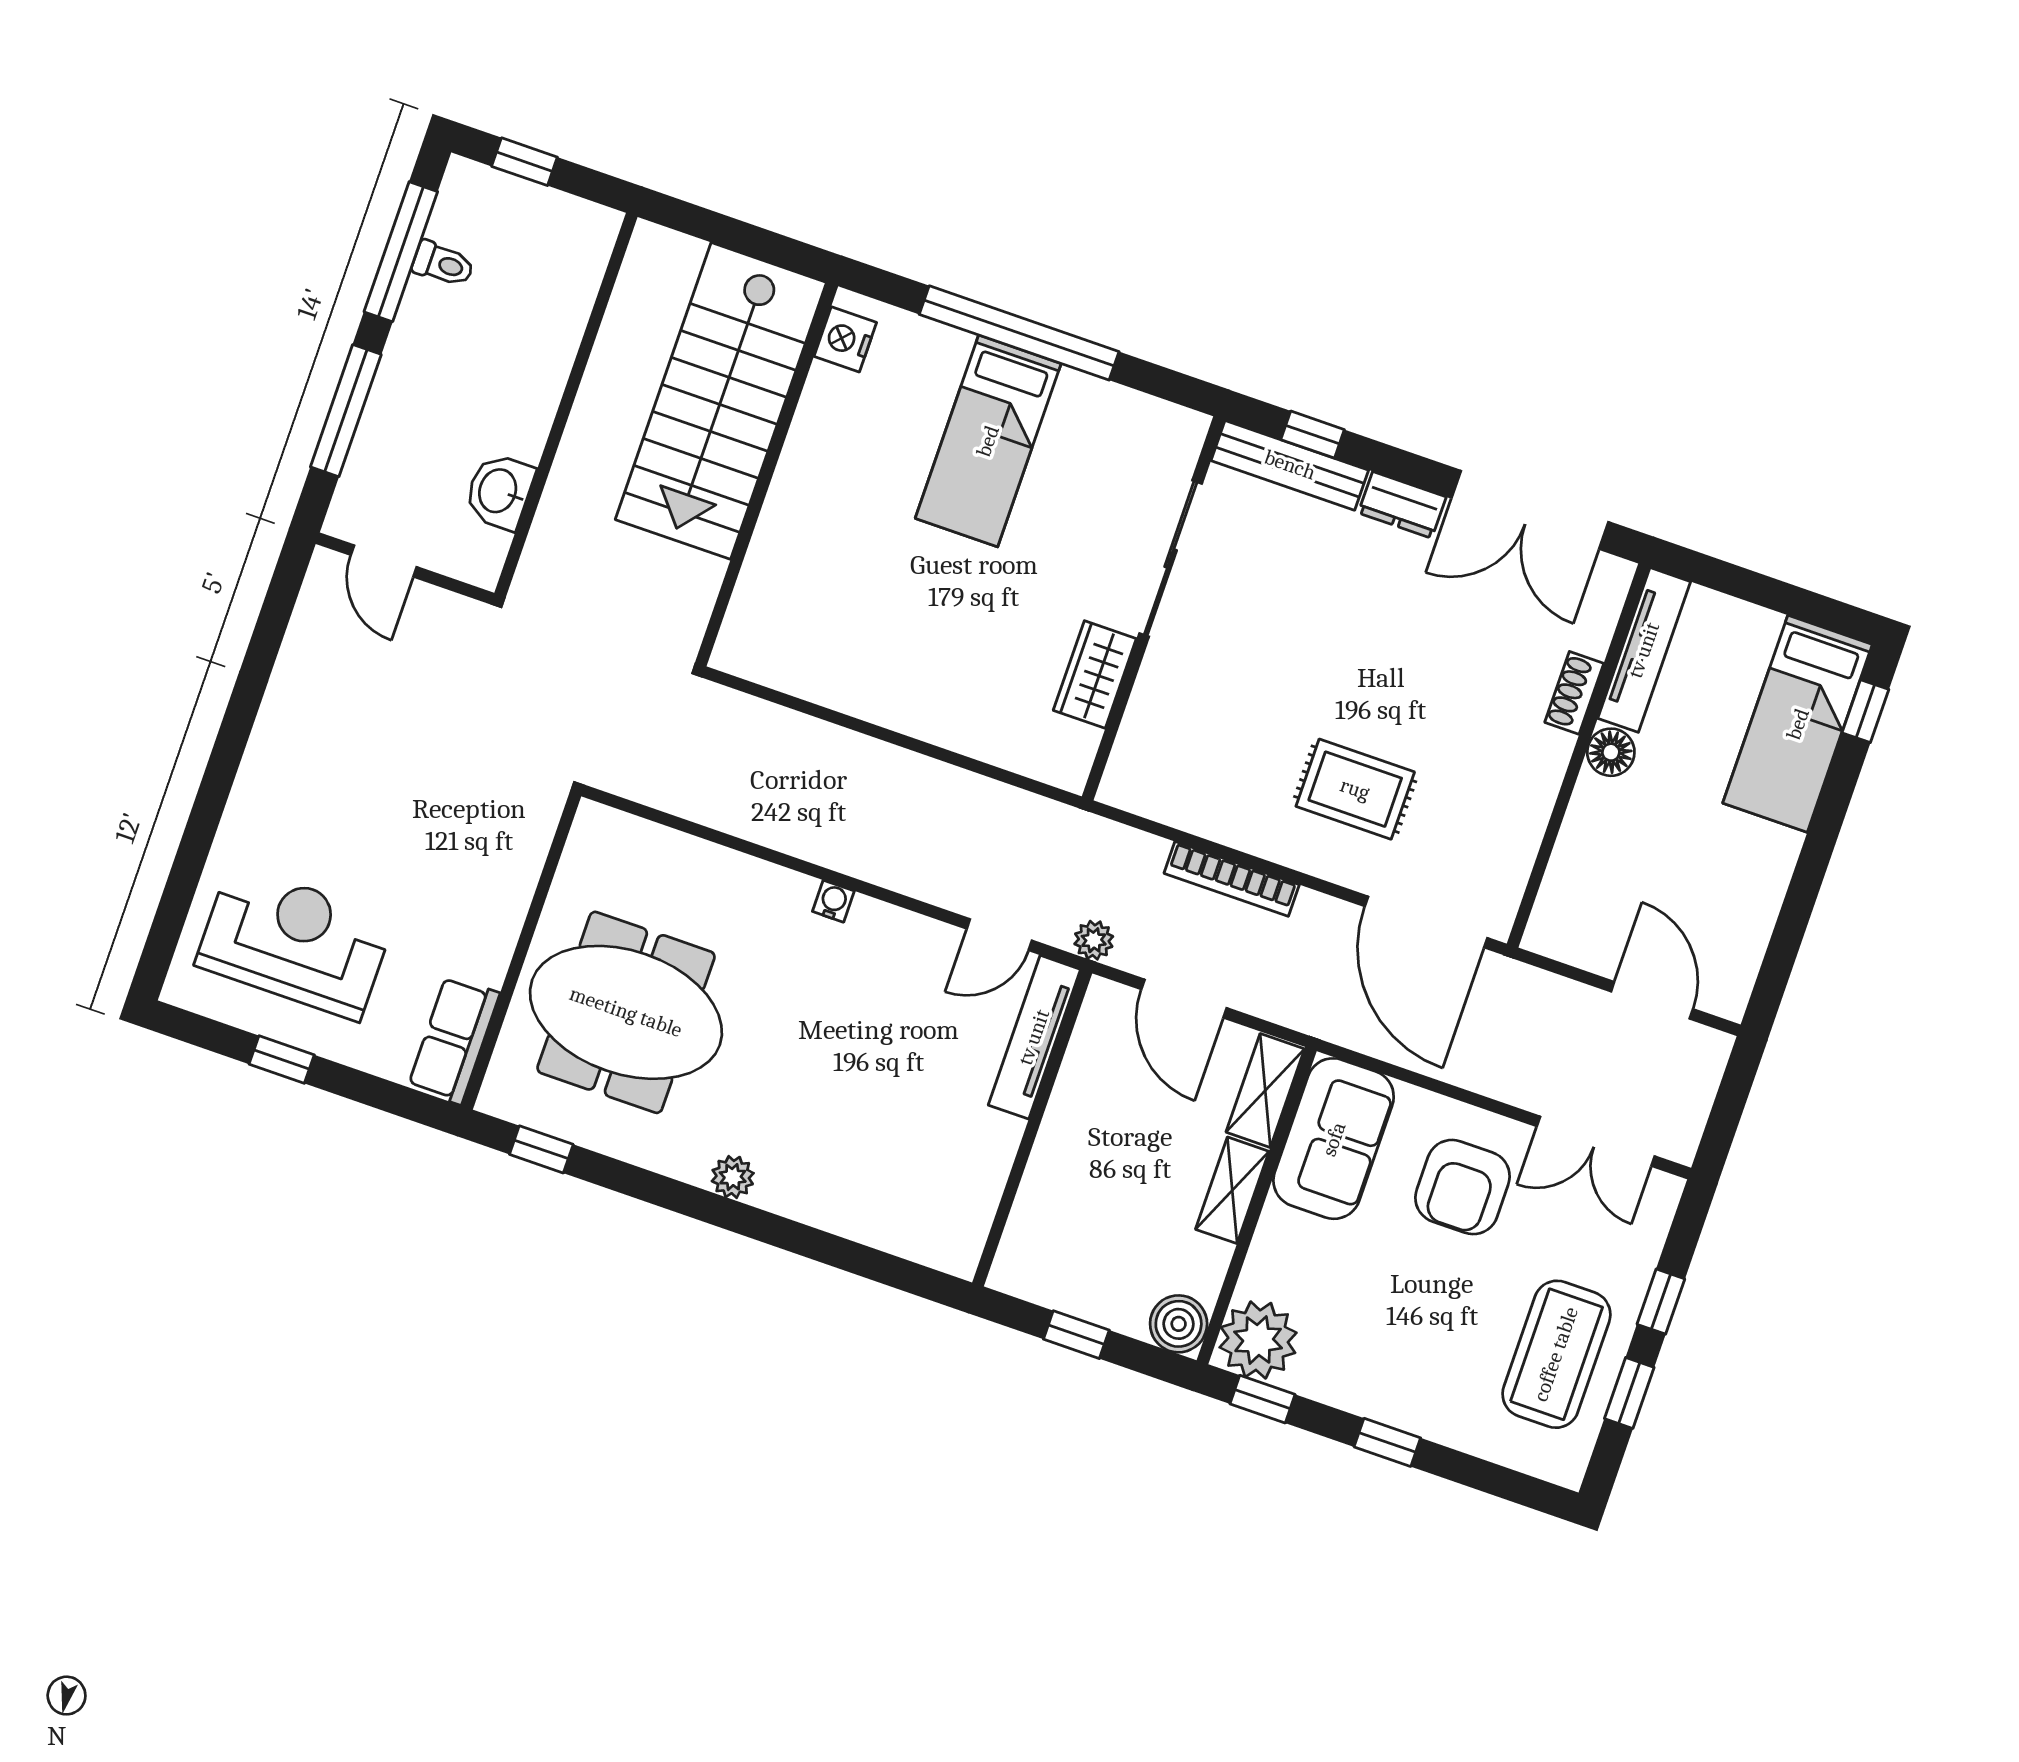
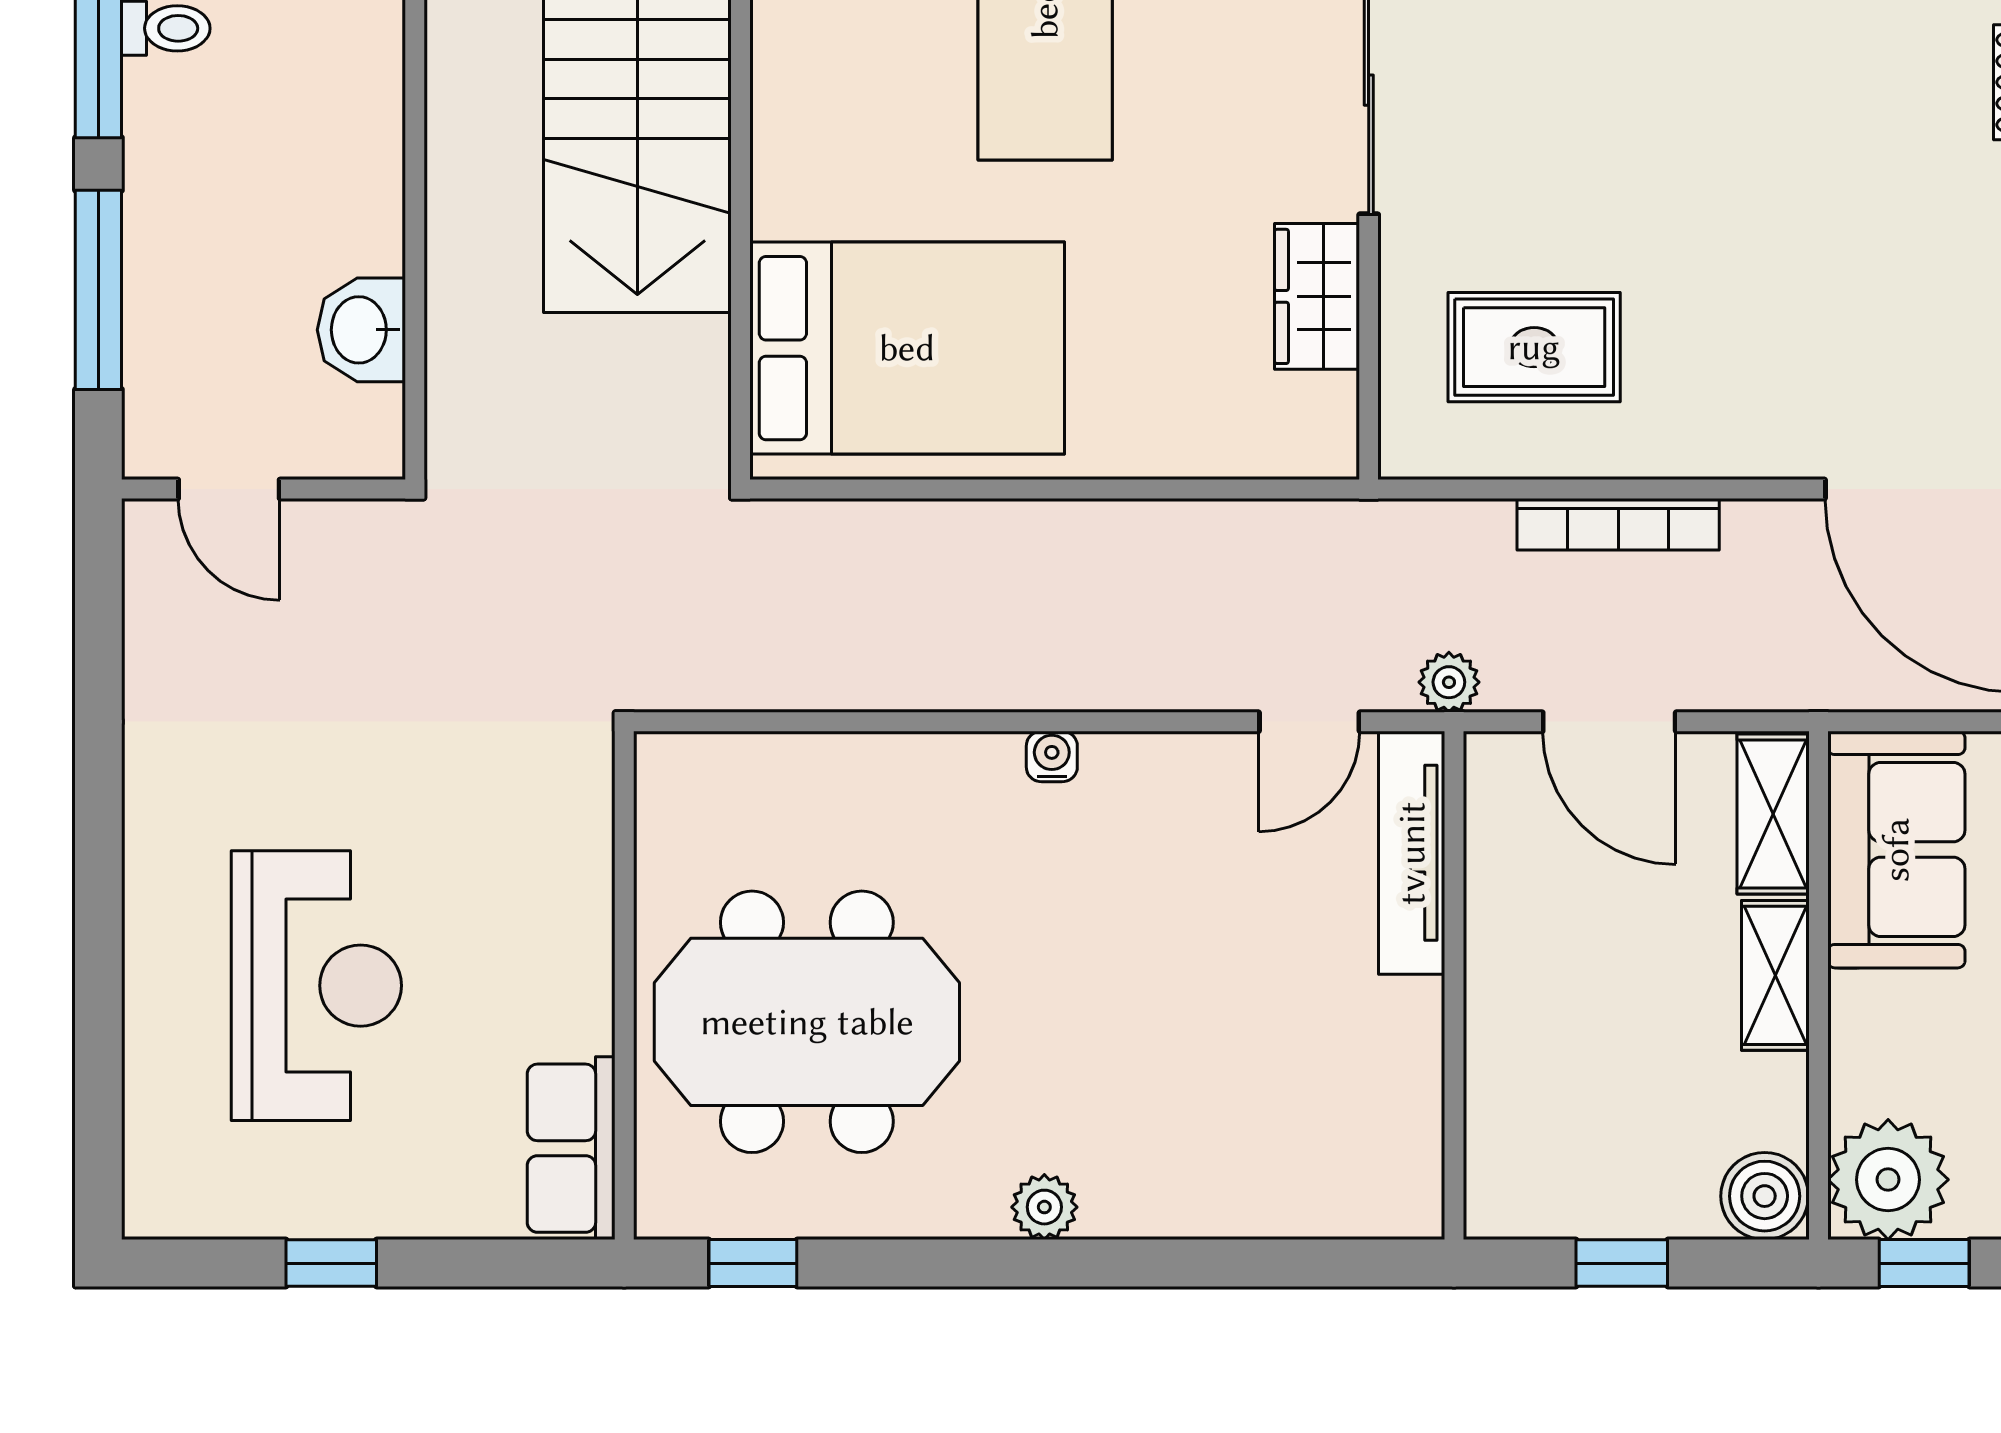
bed: (831, 619) -> (907, 348), added
rug: (1355, 789) -> (1534, 347), moved
reception desk: (295, 942) -> (316, 986), moved, turned 90

